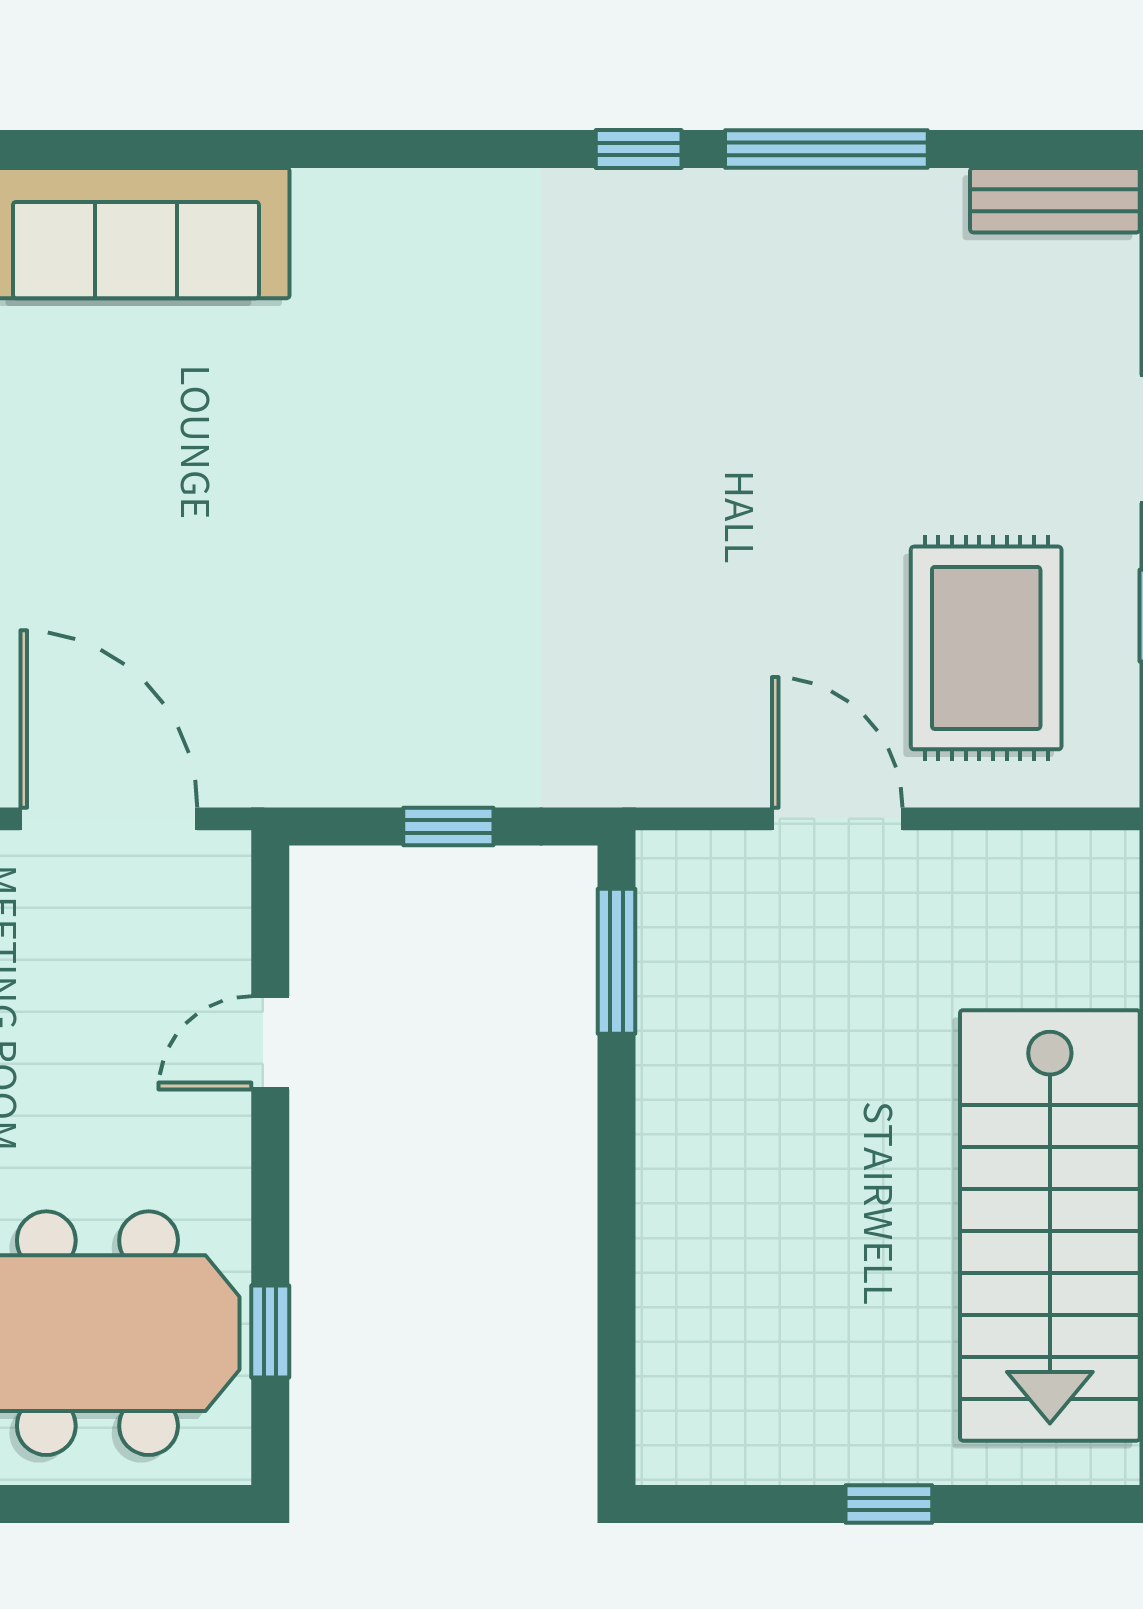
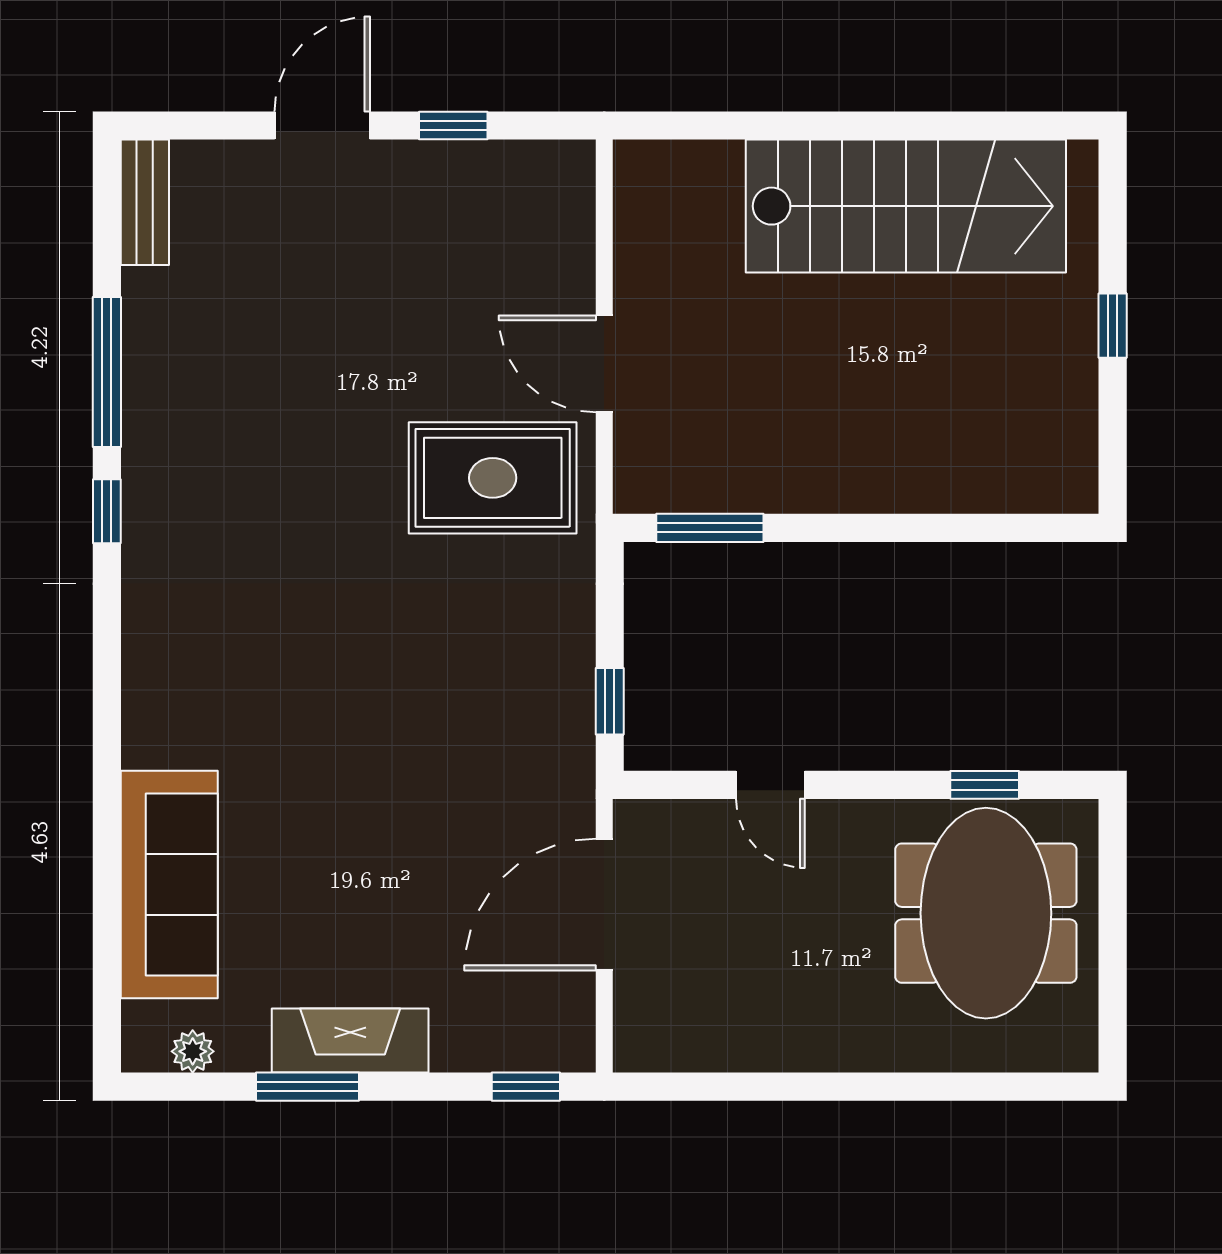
rug: (986, 648) -> (493, 478), moved
door: (837, 819) -> (604, 364), hinge flipped
window: (448, 826) -> (610, 701), moved

